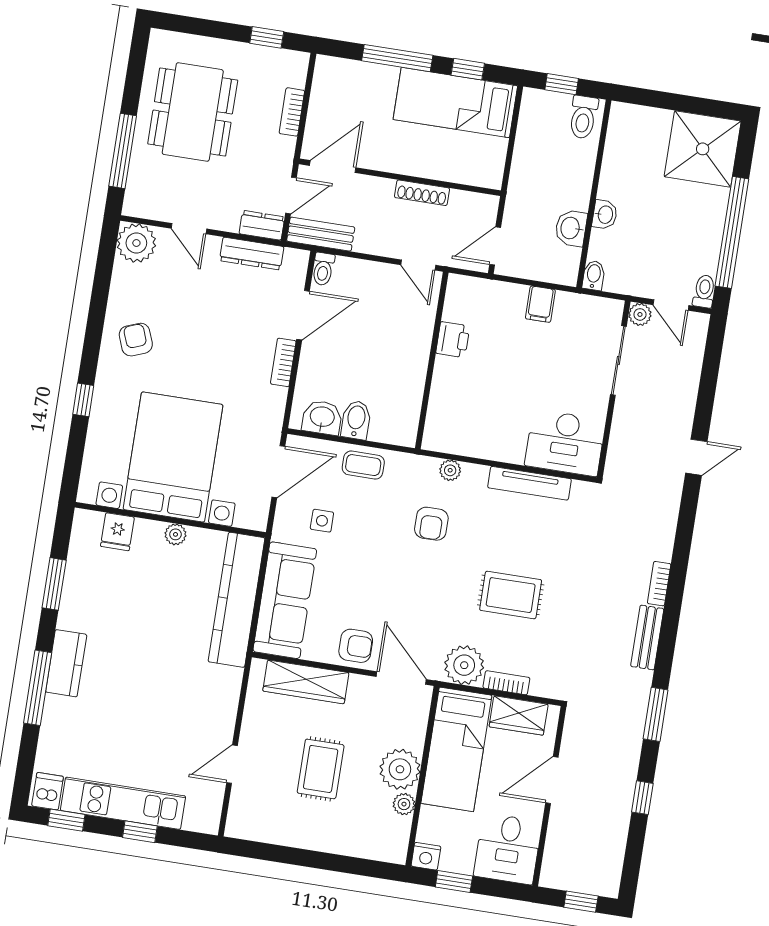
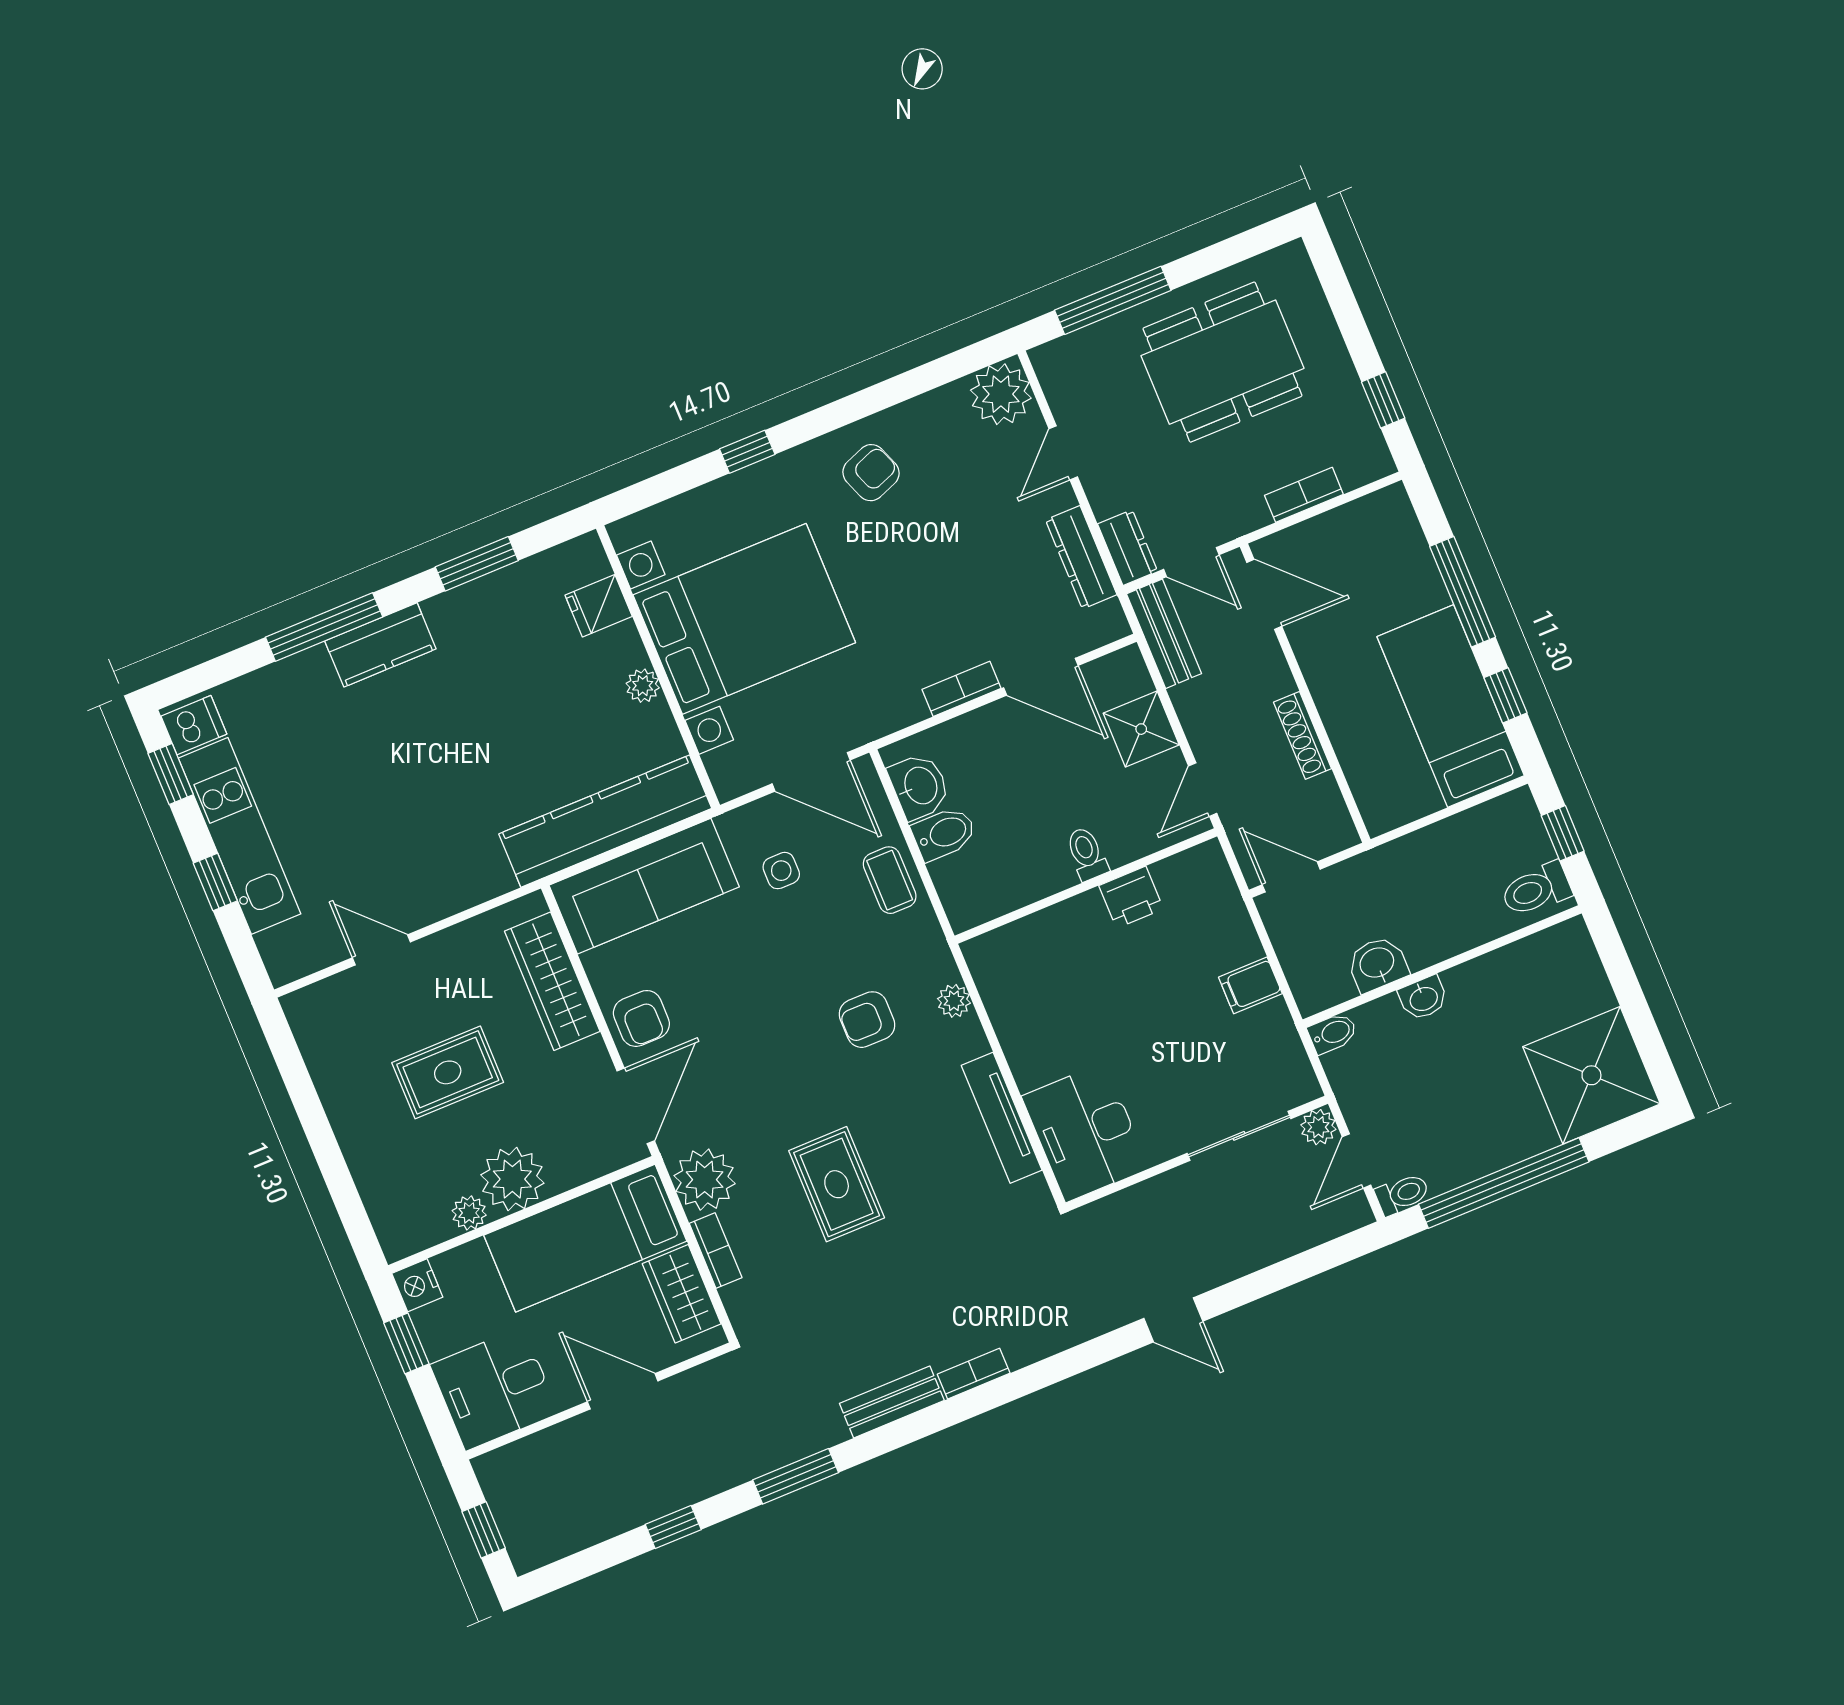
toilet: (323, 269) -> (1087, 854), moved, turned 90
shower: (365, 278) -> (1141, 729), added

